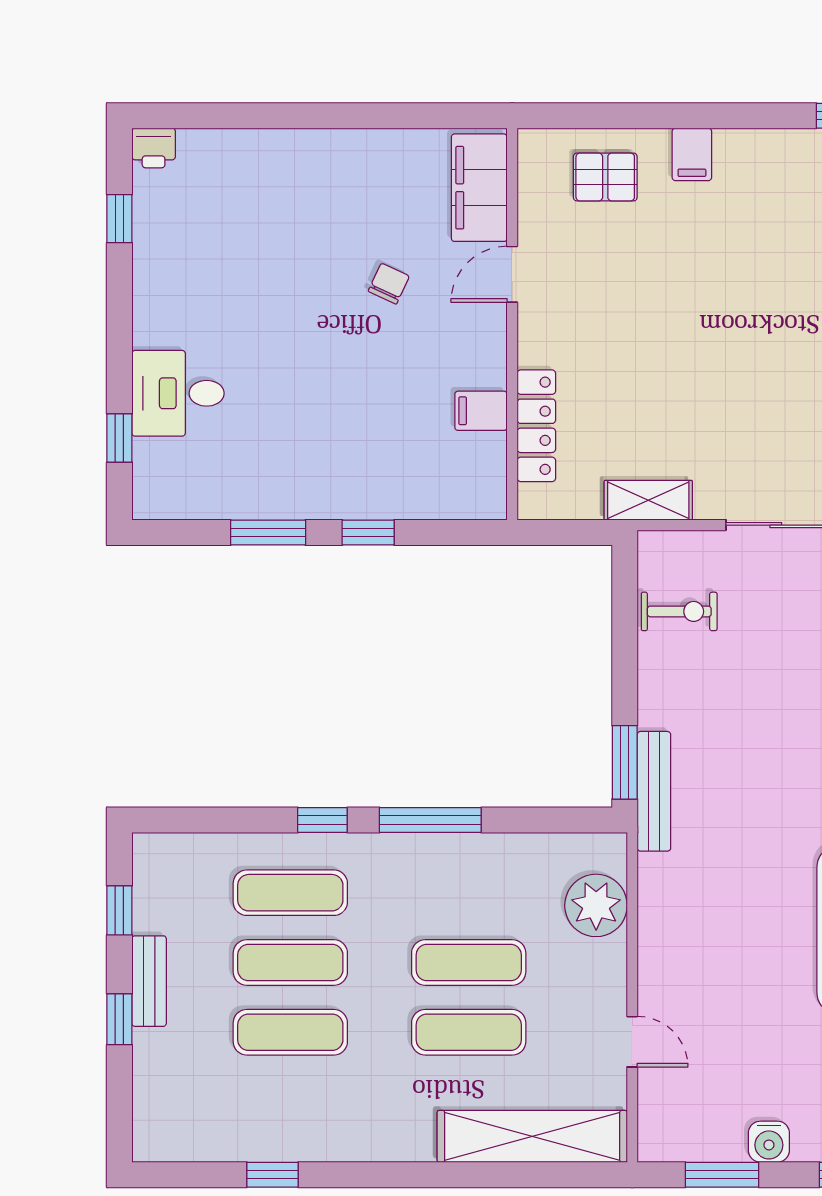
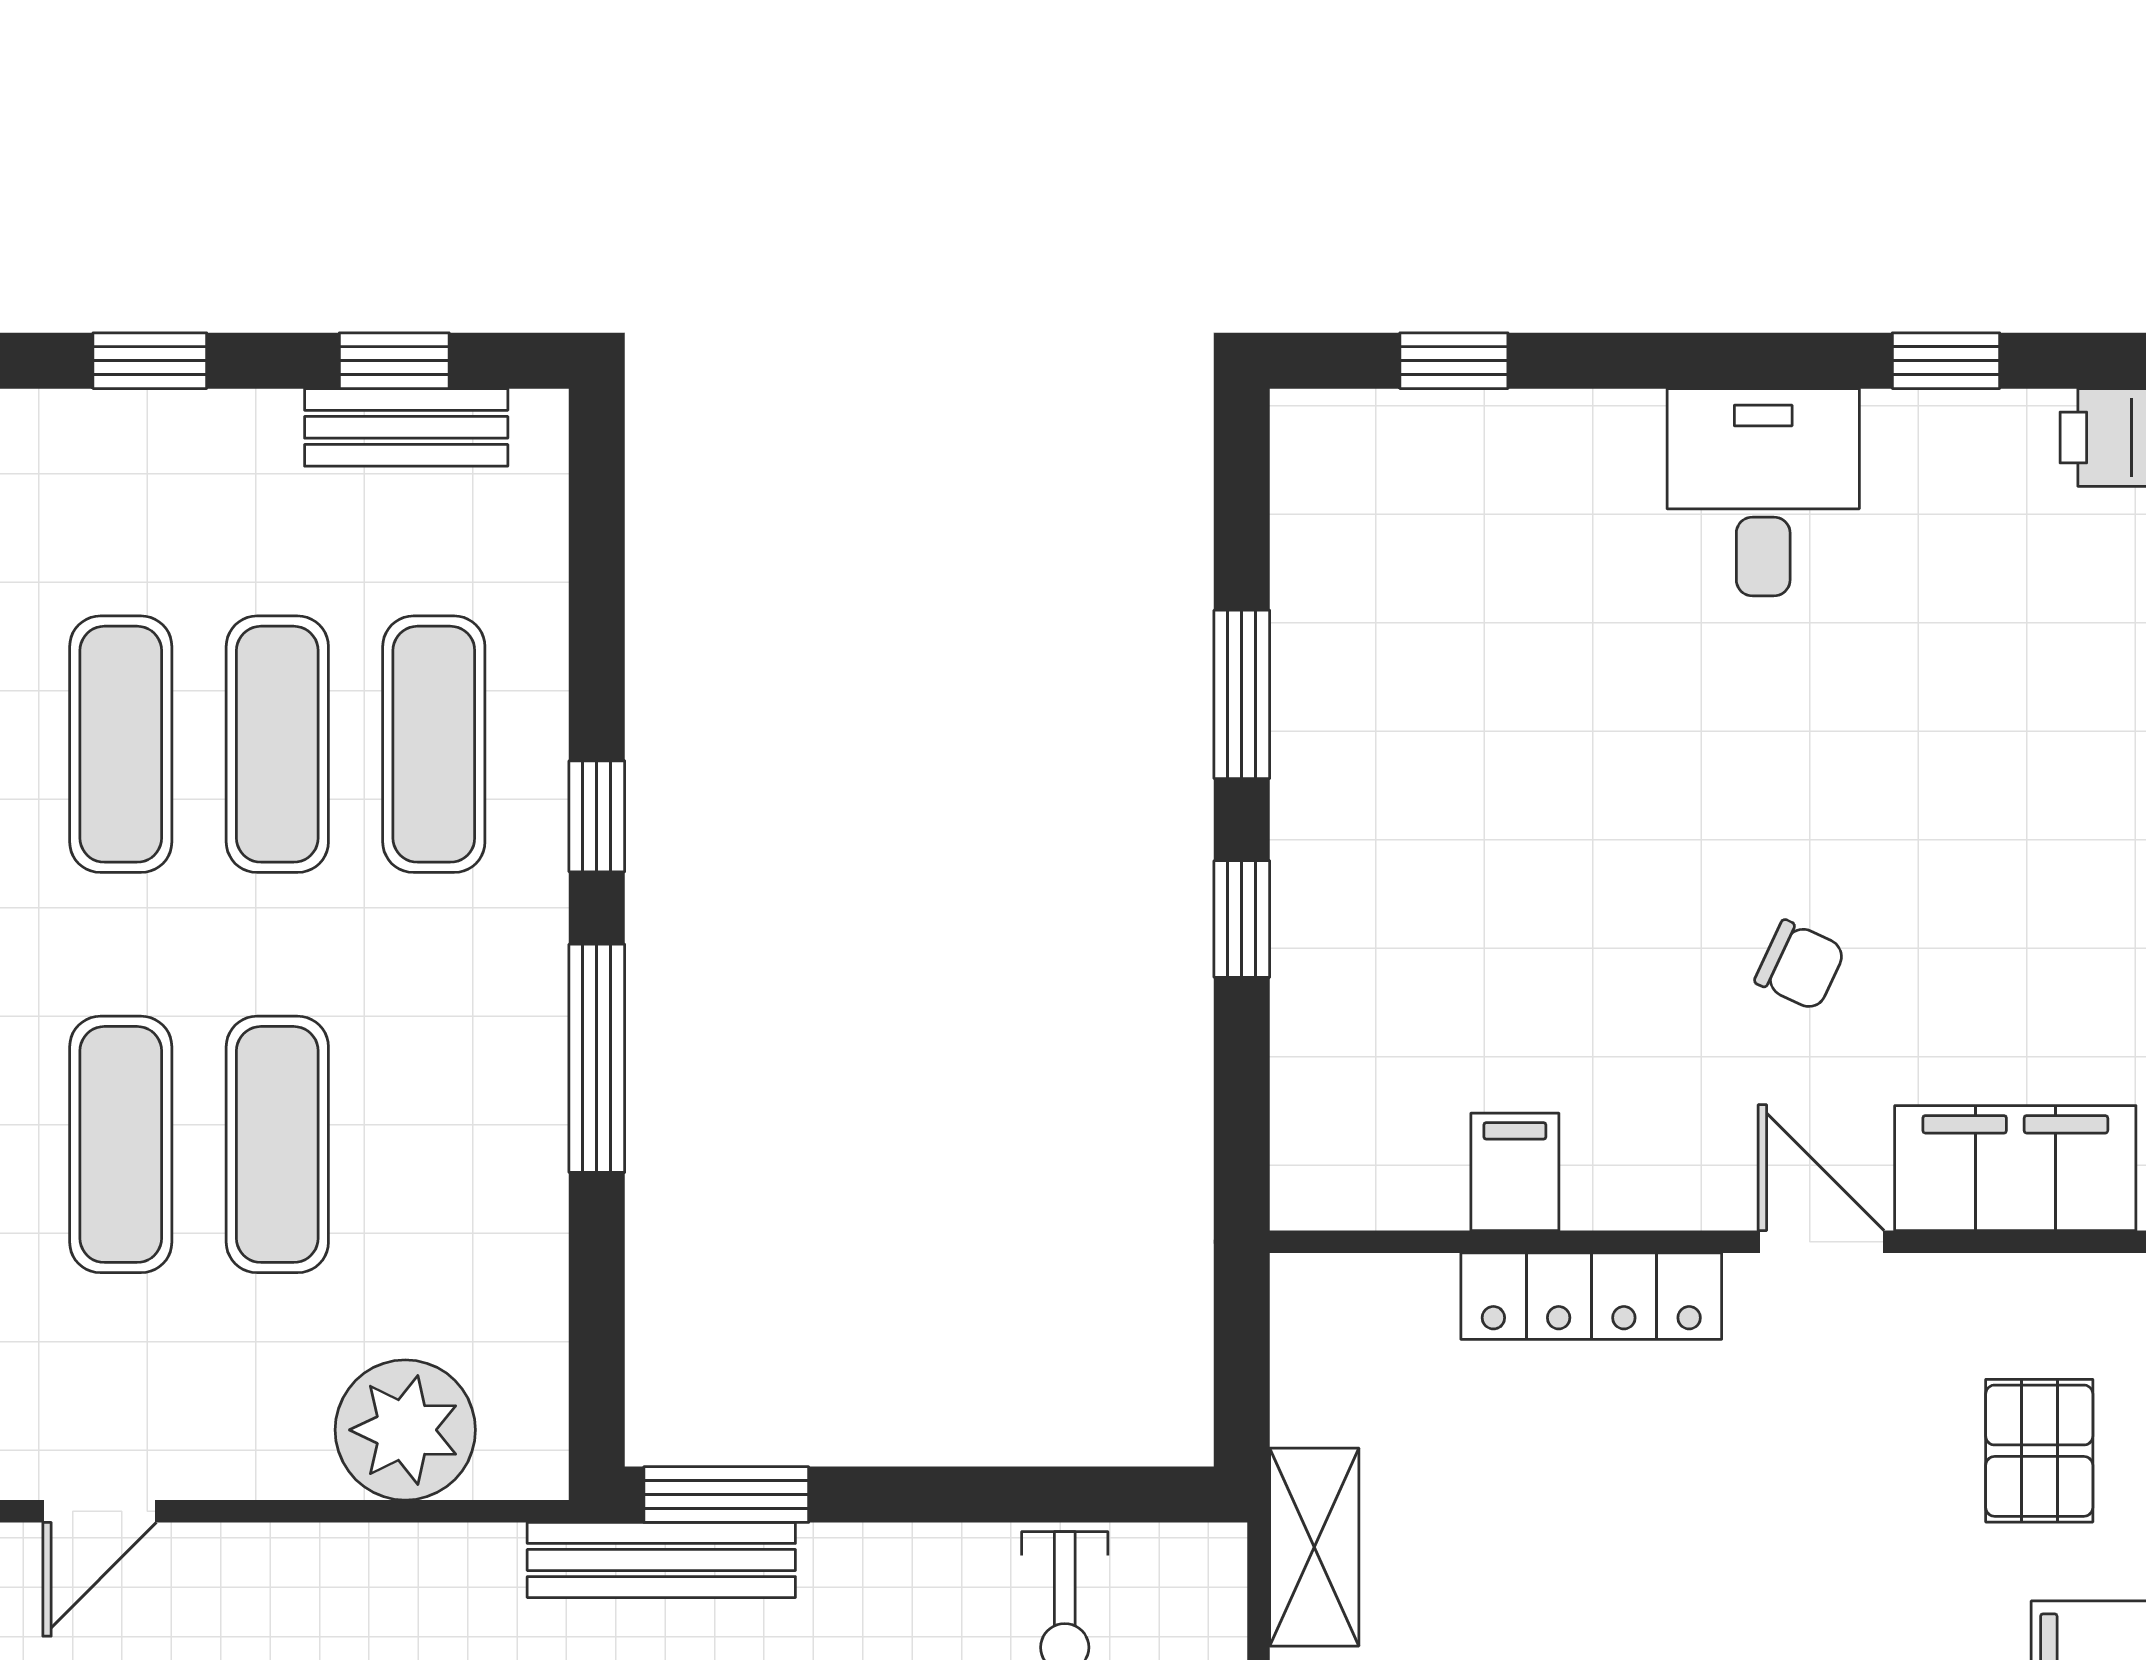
desk: (178, 393) -> (1763, 492), moved
locker: (536, 426) -> (1591, 1296), moved
bench: (149, 981) -> (406, 427), moved

